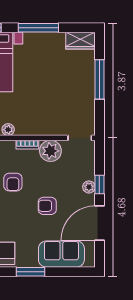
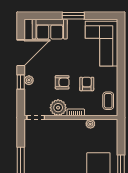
armchair: (47, 206) -> (62, 82), moved

